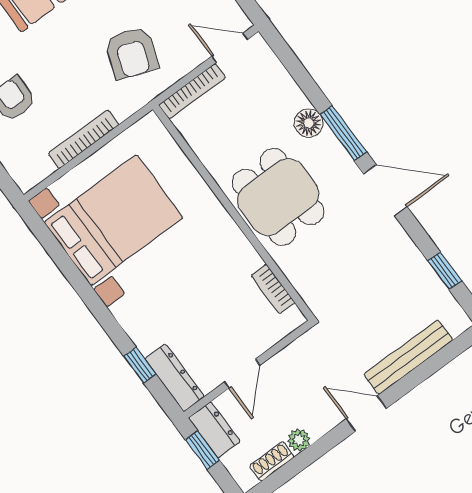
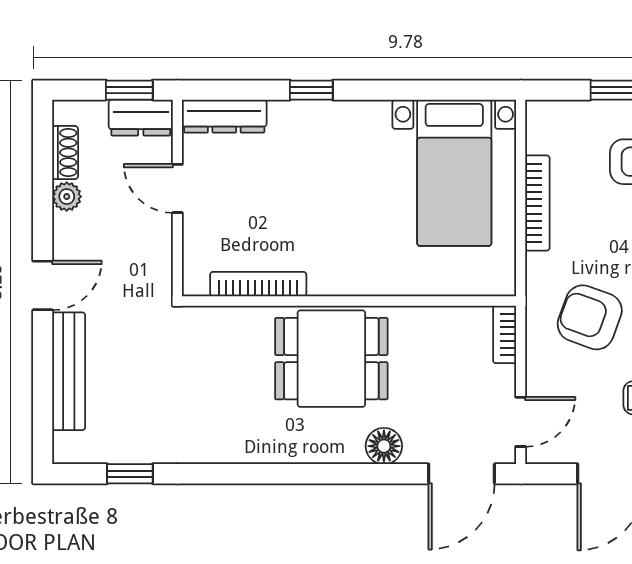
bookcase: (192, 91) -> (505, 334), width x0.64
window: (343, 133) -> (348, 474), removed
door: (385, 190) -> (462, 474), moved
bed with nightstands: (114, 220) -> (454, 173), width x0.73
bookcase: (273, 289) -> (258, 284), width x1.56
window: (140, 365) -> (311, 90), moved

